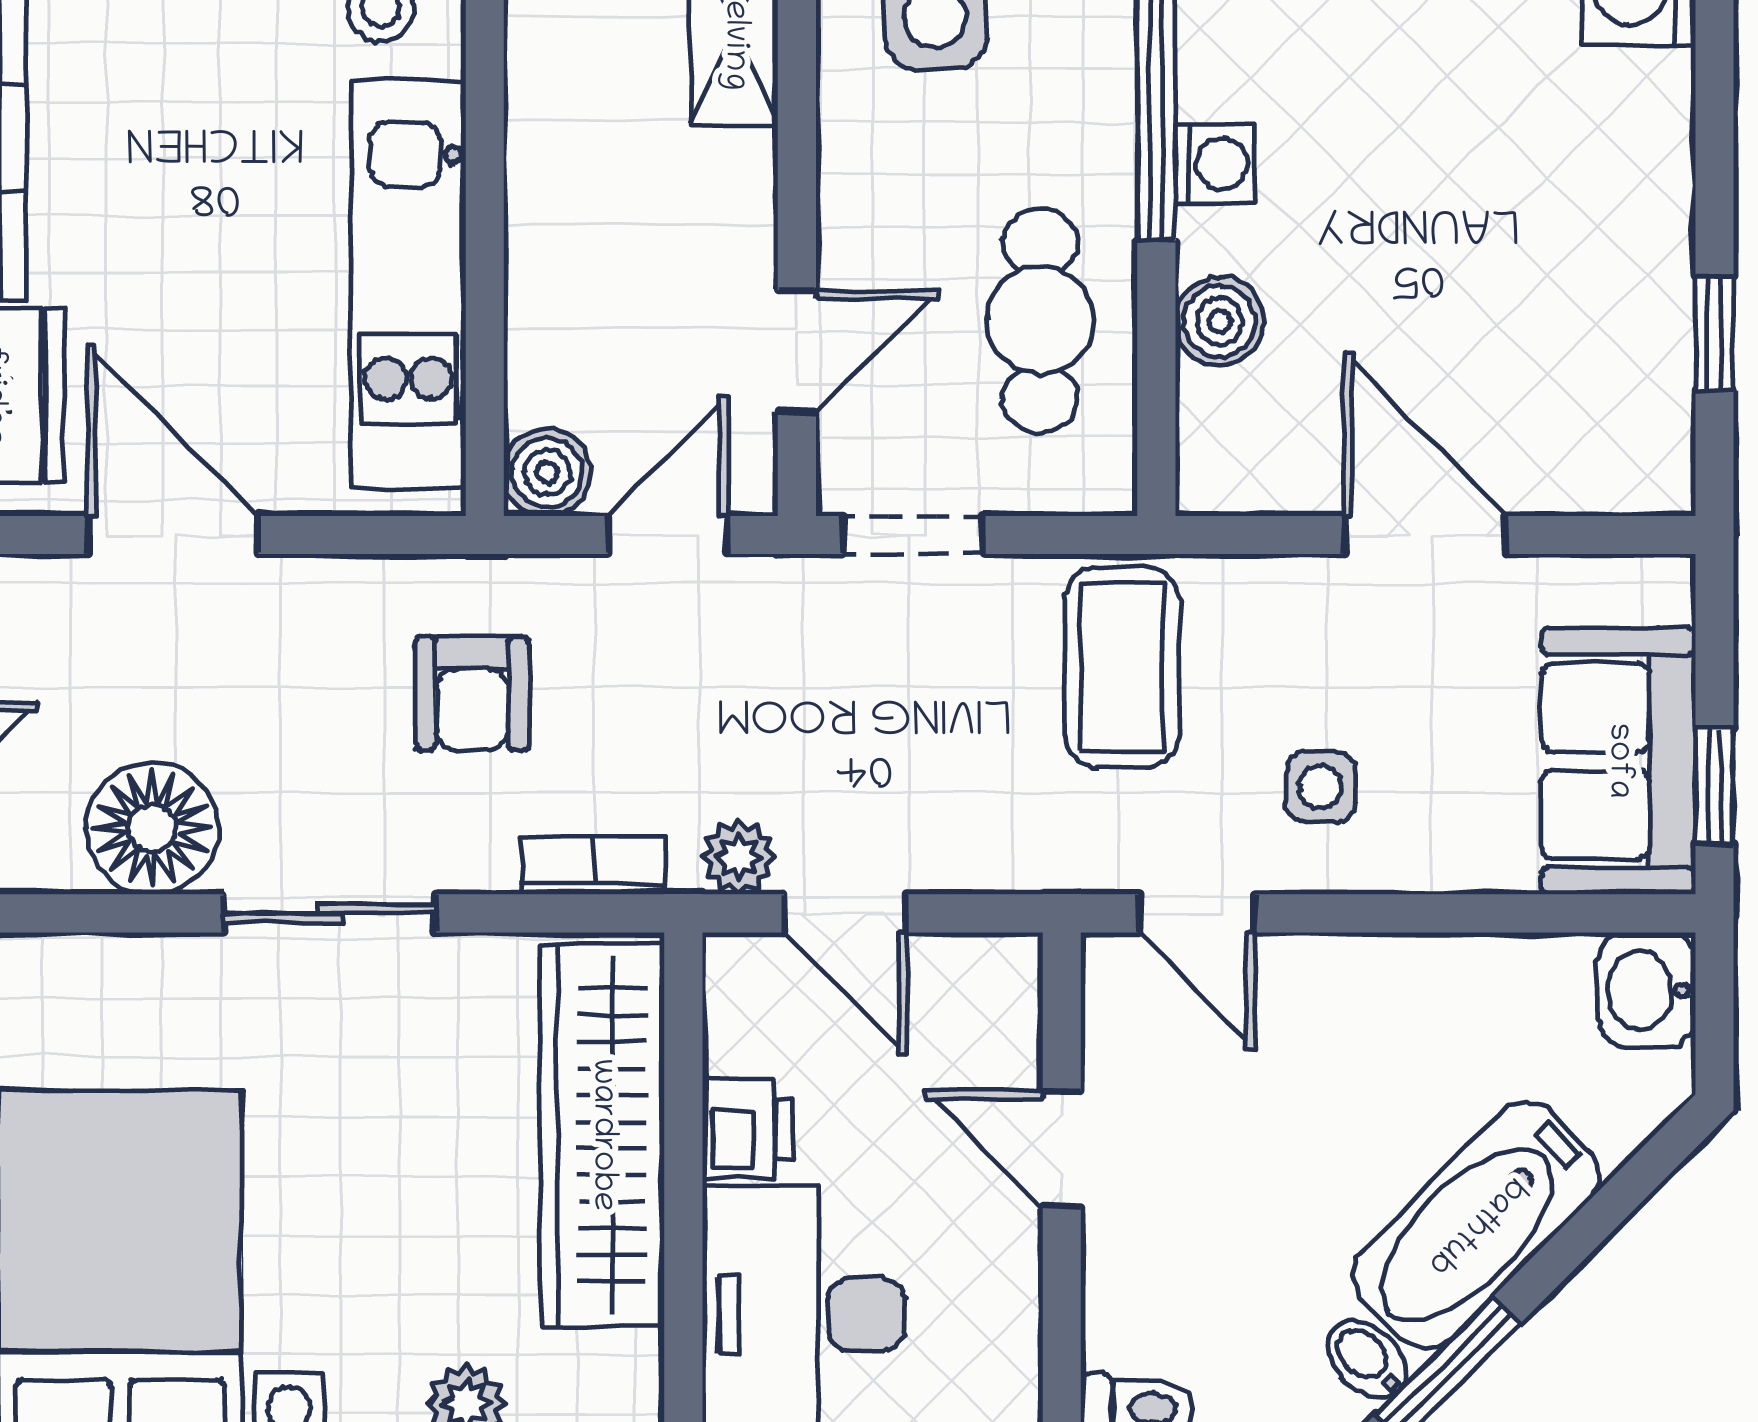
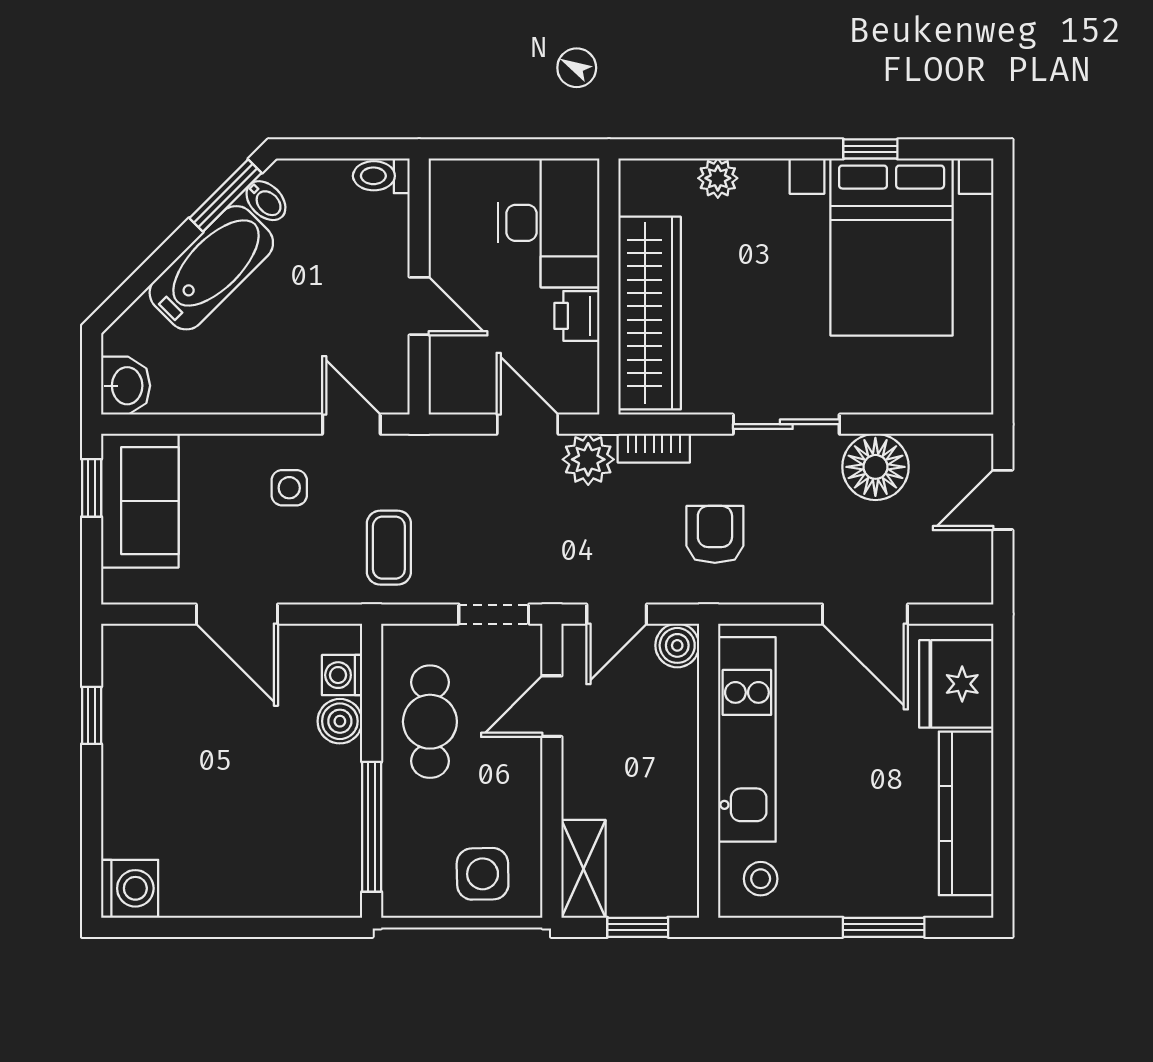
washing machine: (1215, 163) -> (342, 675), moved
coffee table: (1122, 667) -> (389, 548), width x0.73, depth x0.77
plant: (739, 857) -> (588, 459), width x1.38, depth x1.38

